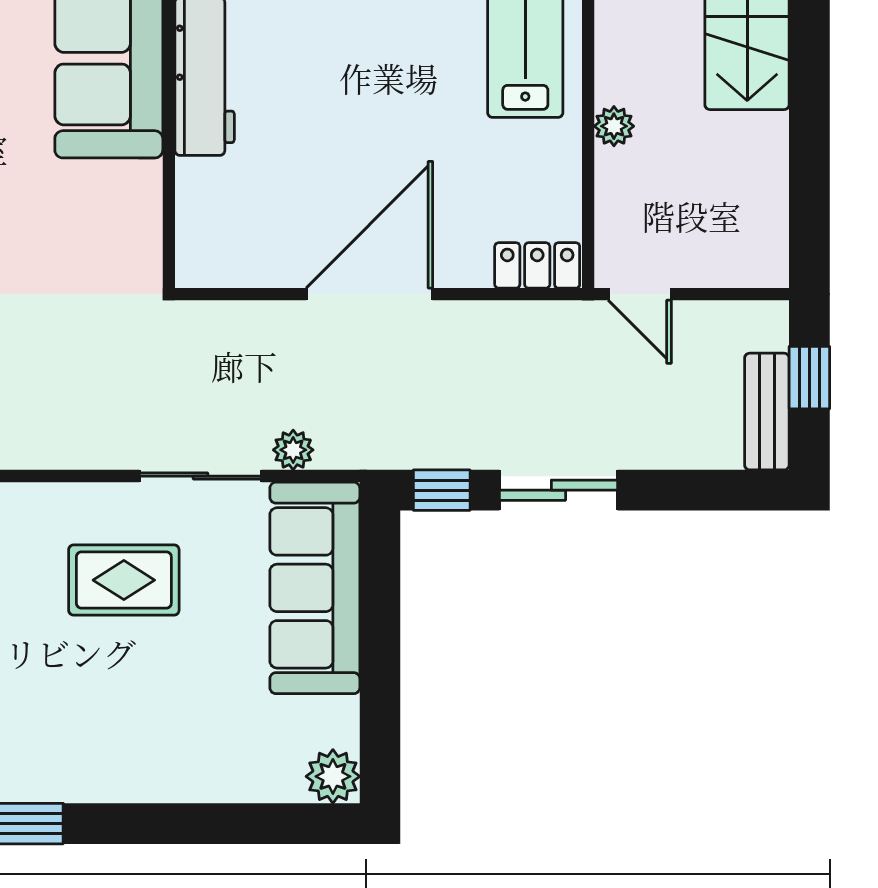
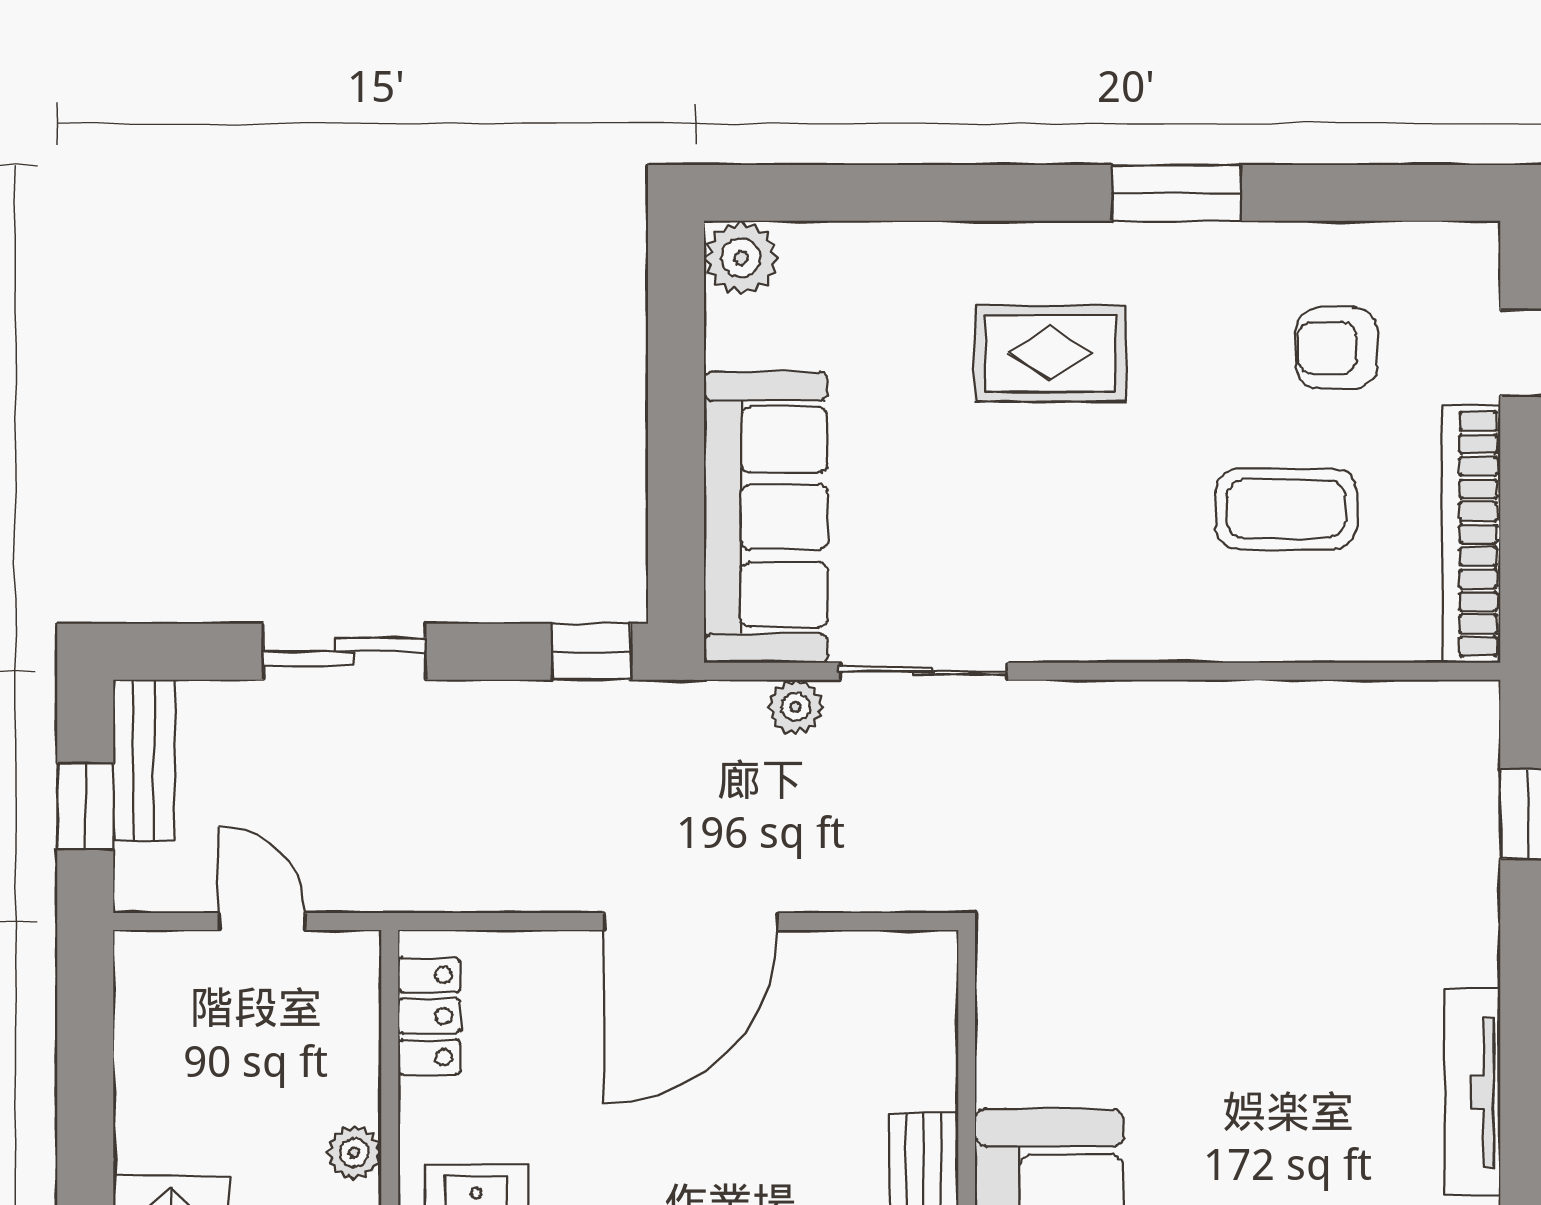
locker: (537, 265) -> (429, 1016), moved, turned -90
door: (640, 294) -> (262, 921), moved
sliding door: (558, 490) -> (344, 652), moved
rug: (124, 580) -> (1050, 353), moved

